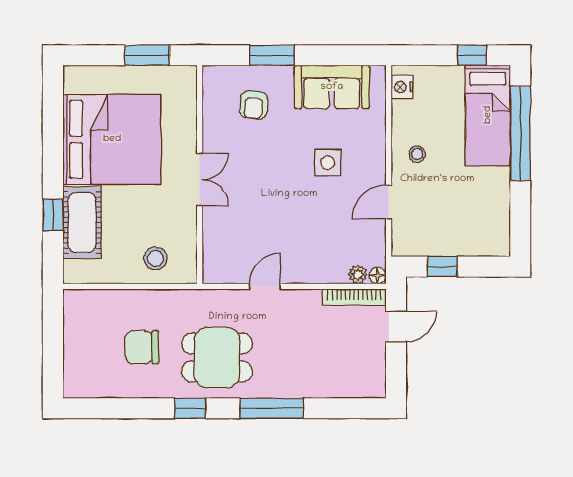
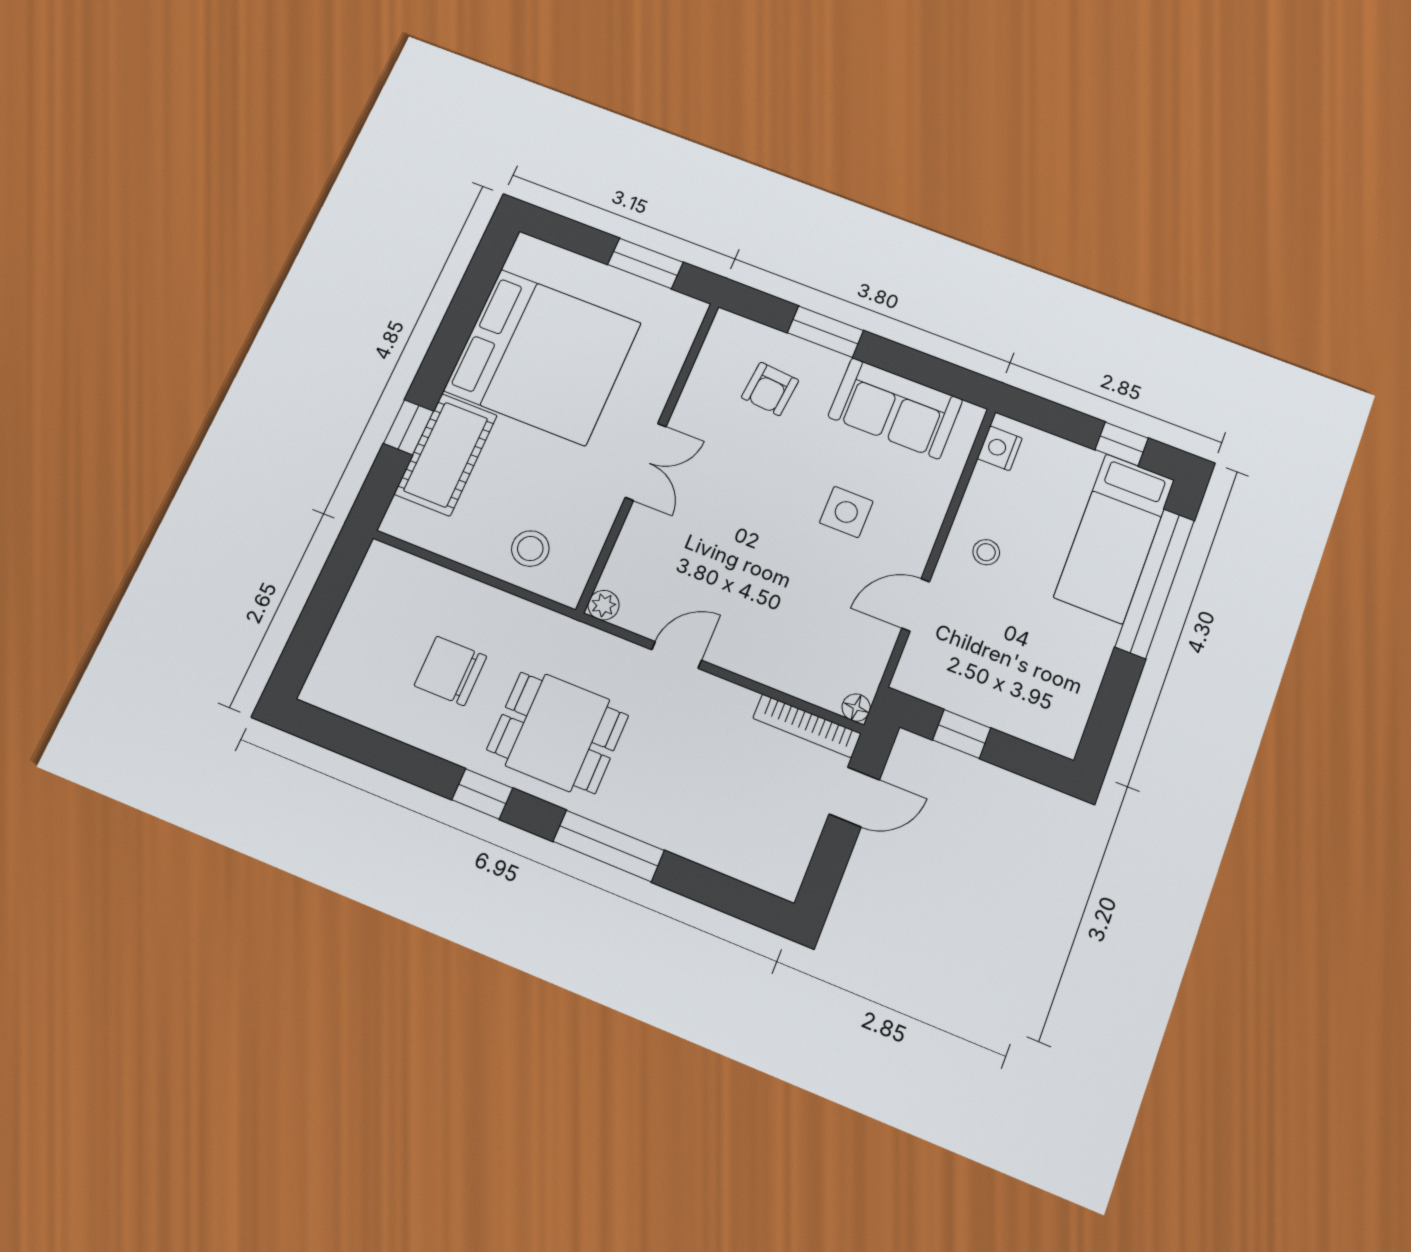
plant: (358, 275) -> (604, 605), moved

